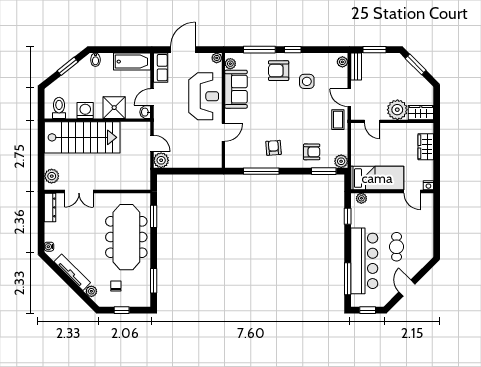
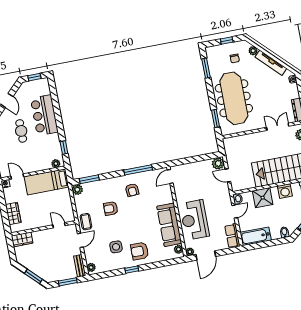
door: (183, 50) -> (206, 255), moved
window: (259, 50) -> (158, 265), removed
armchair: (279, 71) -> (140, 251), turned 180
sofa: (236, 89) -> (169, 225), width x1.36
door: (349, 98) -> (80, 240), hinge flipped
plant: (397, 110) -> (41, 238), removed
door: (223, 132) -> (170, 176), moved
armchair: (312, 152) -> (111, 208), moved
bar counter: (364, 261) -> (44, 115), width x0.73
window: (348, 279) -> (55, 99), removed

